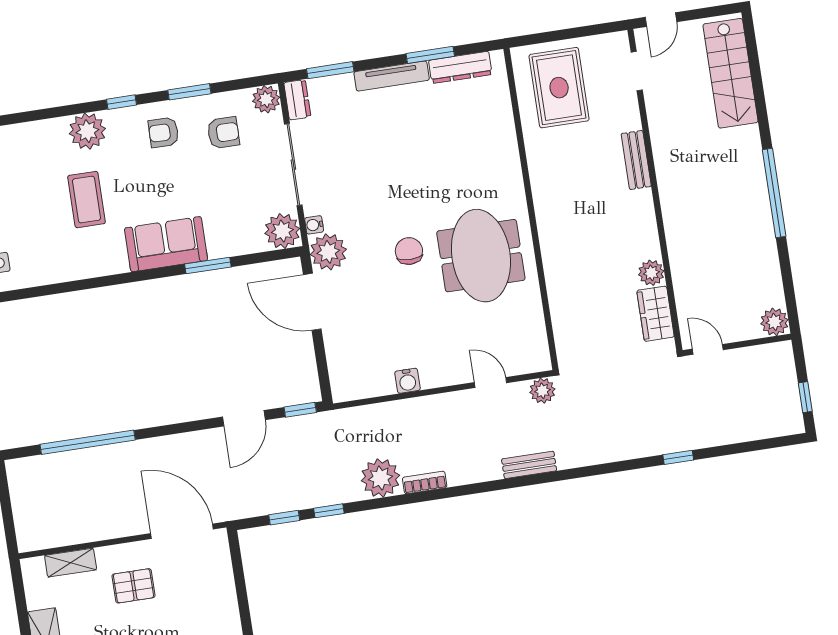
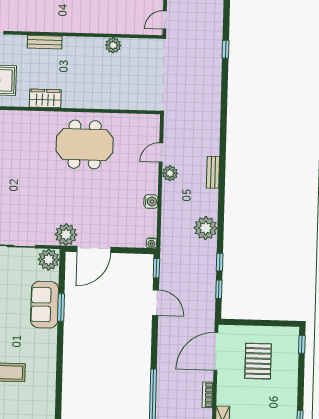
water cooler: (314, 225) -> (151, 243), moved
sofa: (166, 244) -> (45, 305), moved
chair: (409, 251) -> (74, 187), removed
wardrobe: (655, 314) -> (45, 98), moved, turned 180
plant: (542, 391) -> (170, 173), moved
bench: (529, 465) -> (213, 172), moved
bookcase: (425, 482) -> (208, 395), moved
pallet: (133, 586) -> (258, 361), moved, width x1.50, depth x1.42

